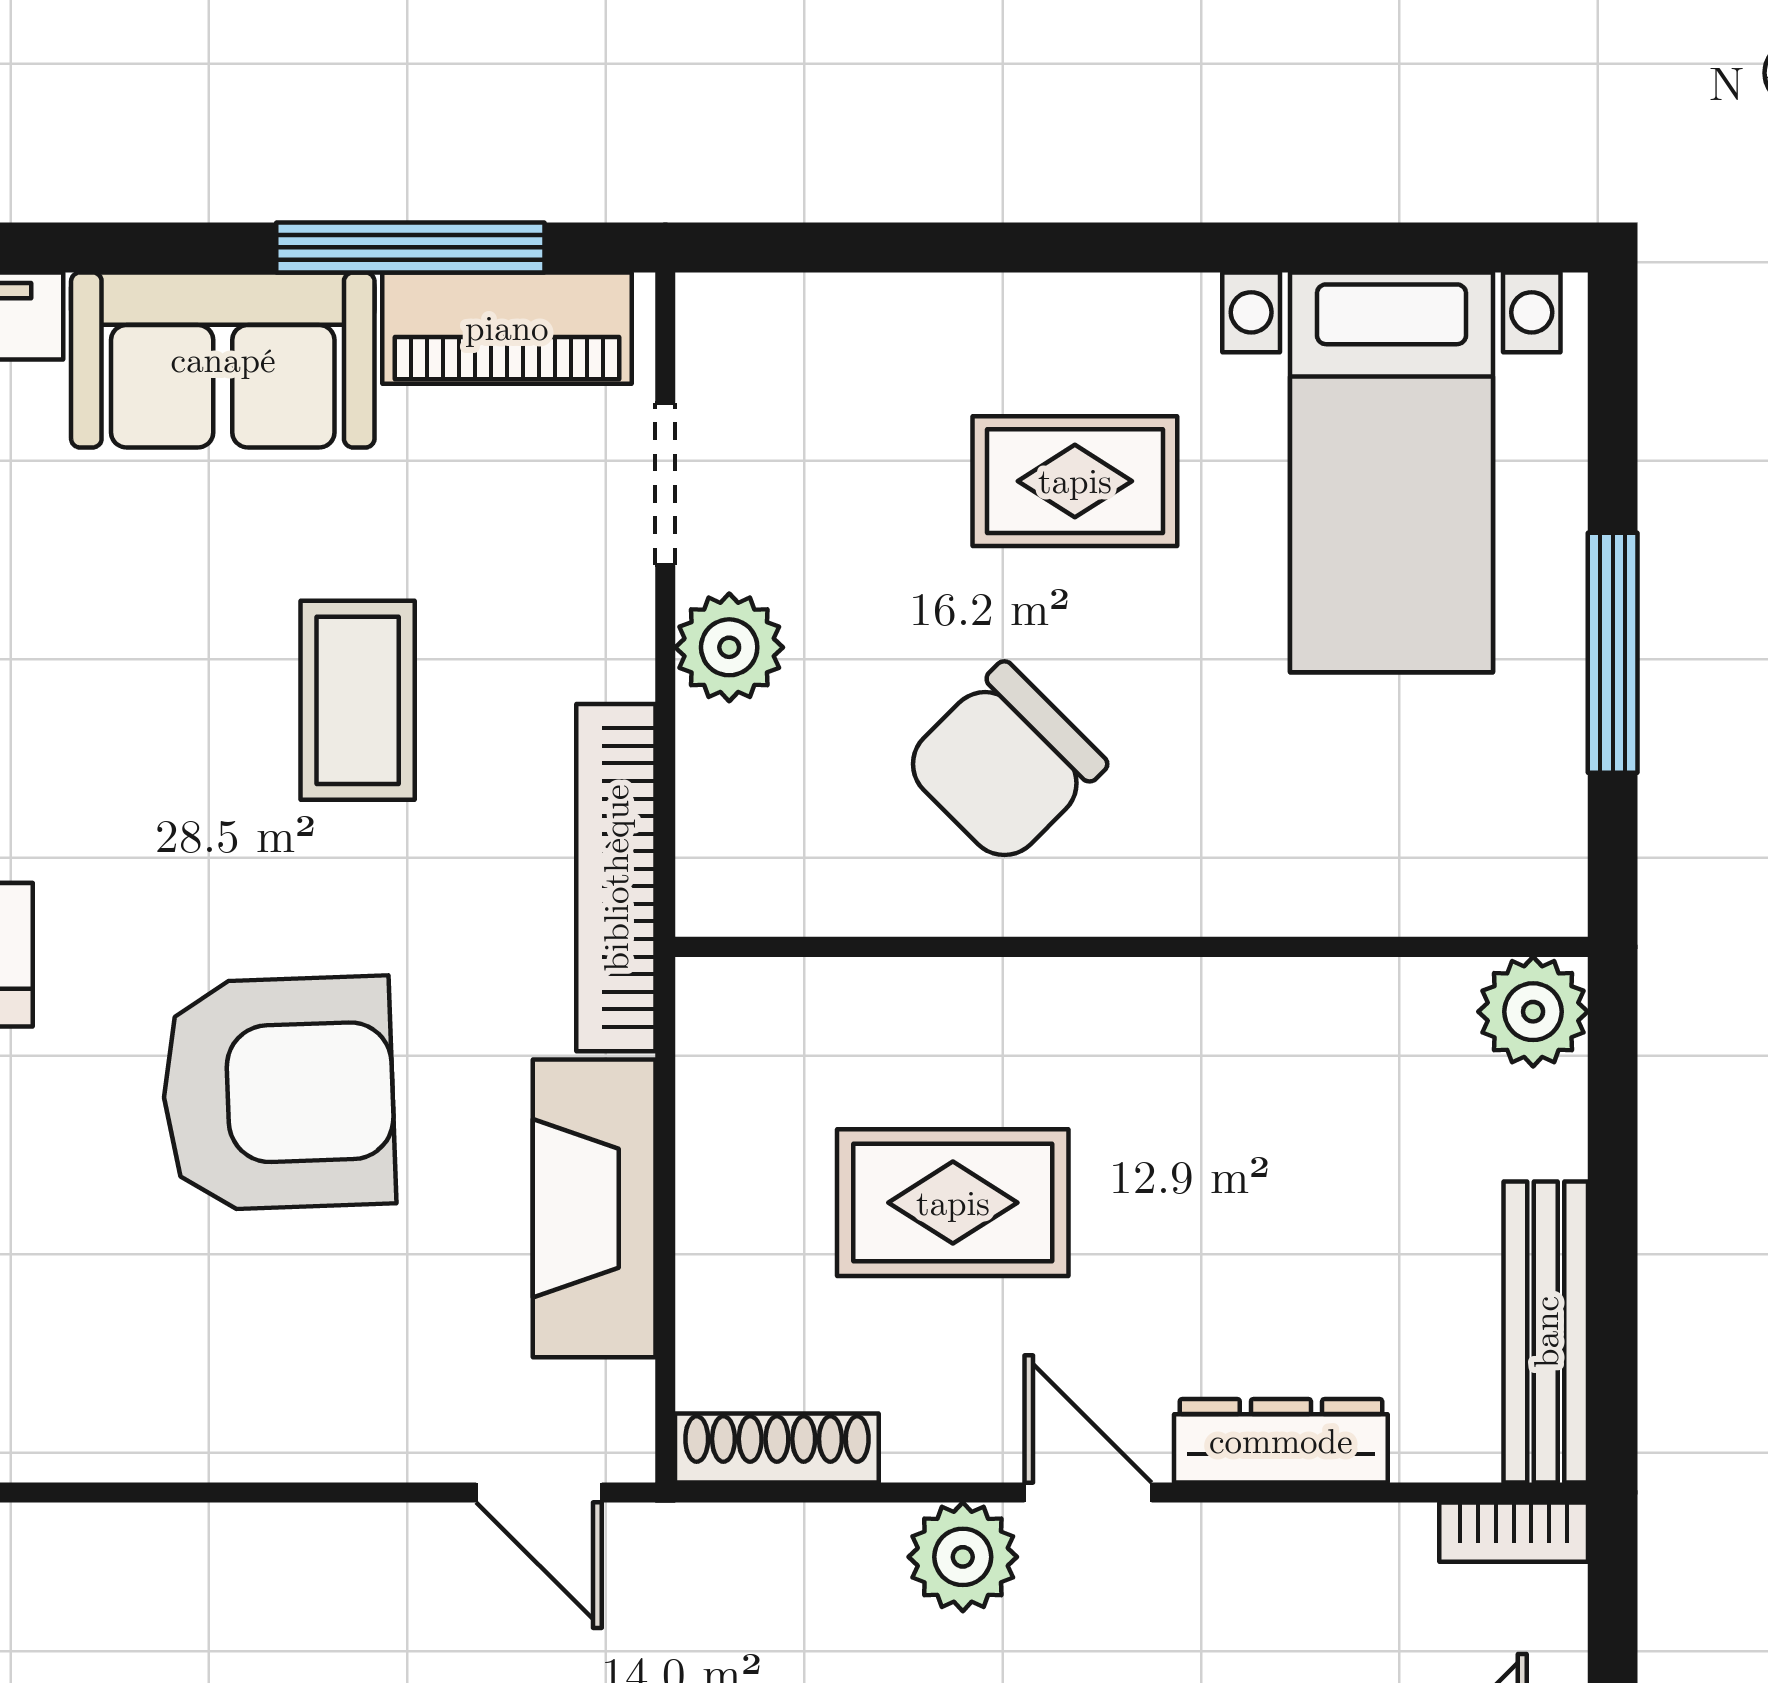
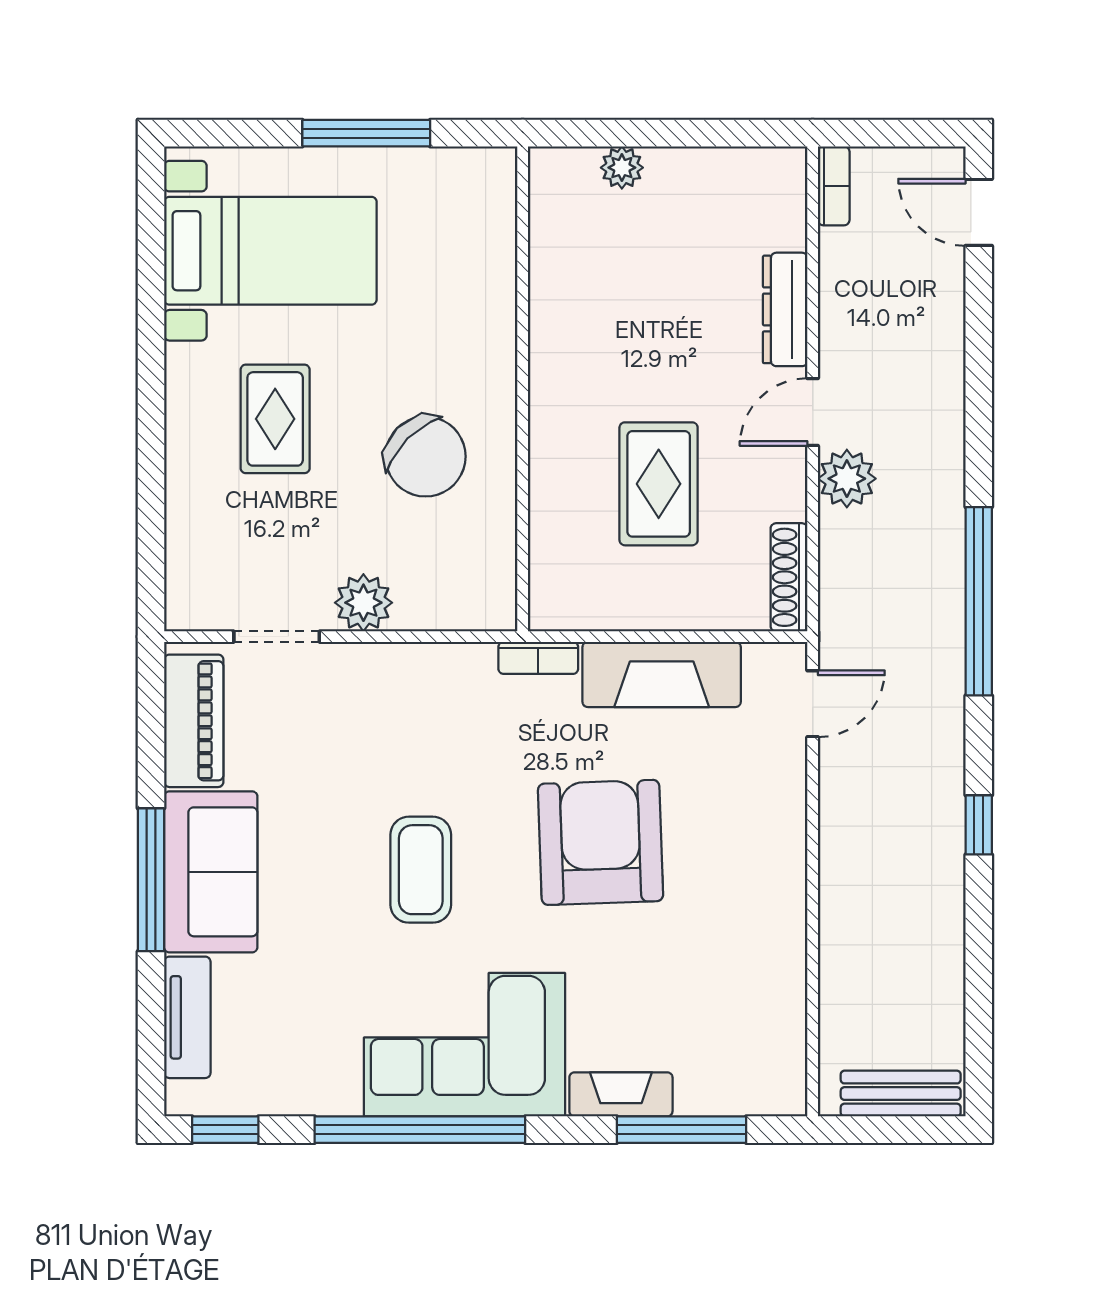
window: (410, 247) -> (151, 880), moved
coffee table: (358, 700) -> (421, 870), moved, turned 90
bookcase: (616, 878) -> (538, 658), width x0.43, depth x0.76
plant: (1533, 1012) -> (622, 168), moved, width x0.73, depth x0.73
bench: (1546, 1332) -> (727, 169), removed

